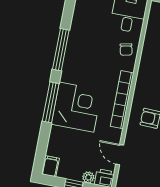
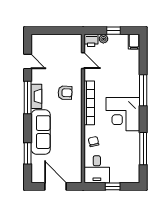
window: (61, 50) -> (143, 149), moved
corner desk: (76, 107) -> (123, 114), moved

